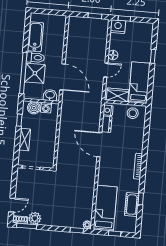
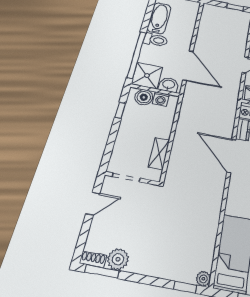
shower: (35, 73) -> (147, 76), moved
shelving: (25, 140) -> (159, 153), moved
door: (12, 205) -> (93, 204), moved

